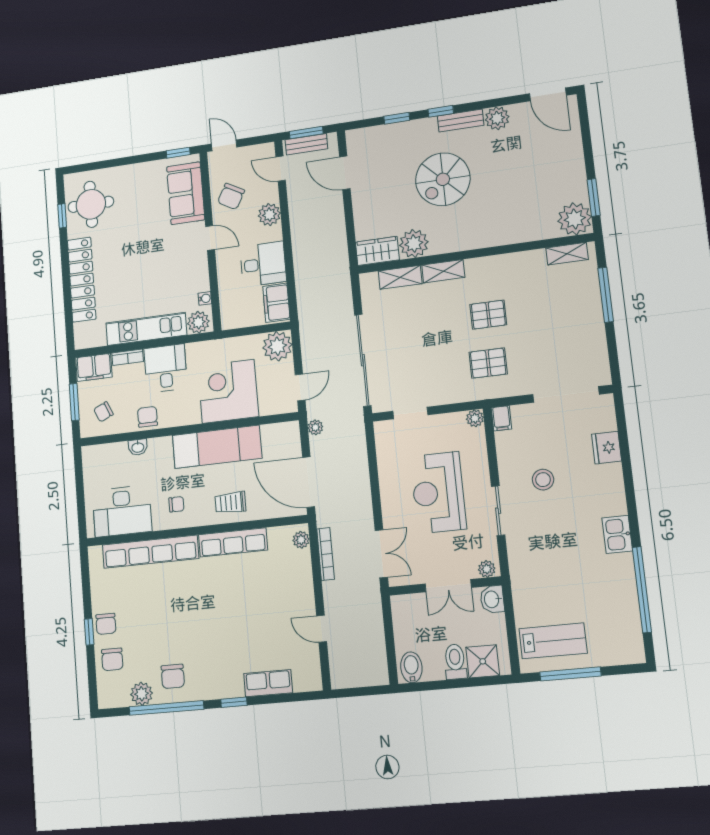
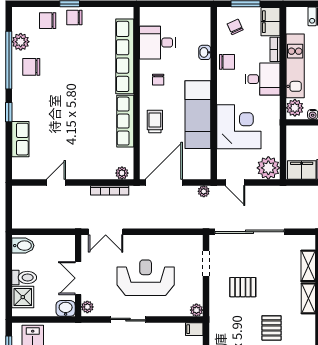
pallet: (488, 363) -> (243, 287), moved, turned 90
desk: (122, 511) -> (158, 43), width x0.73

